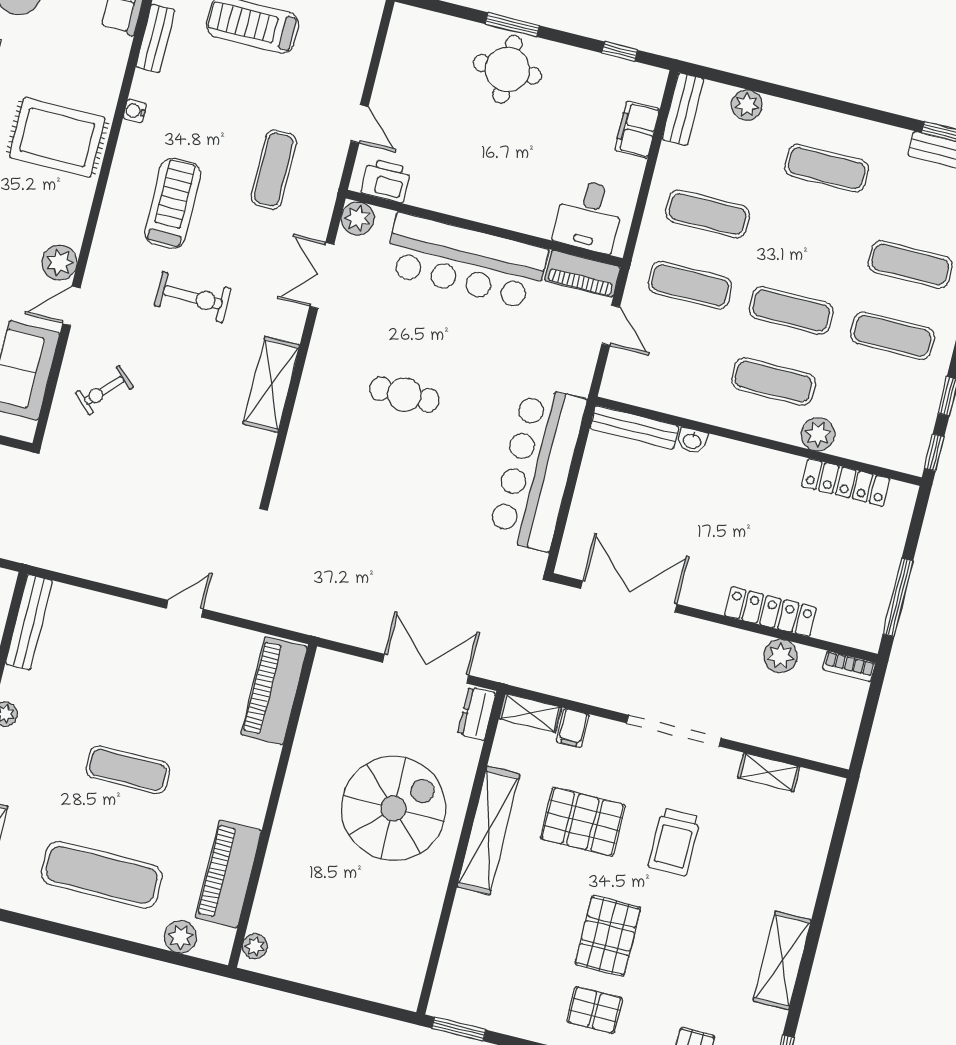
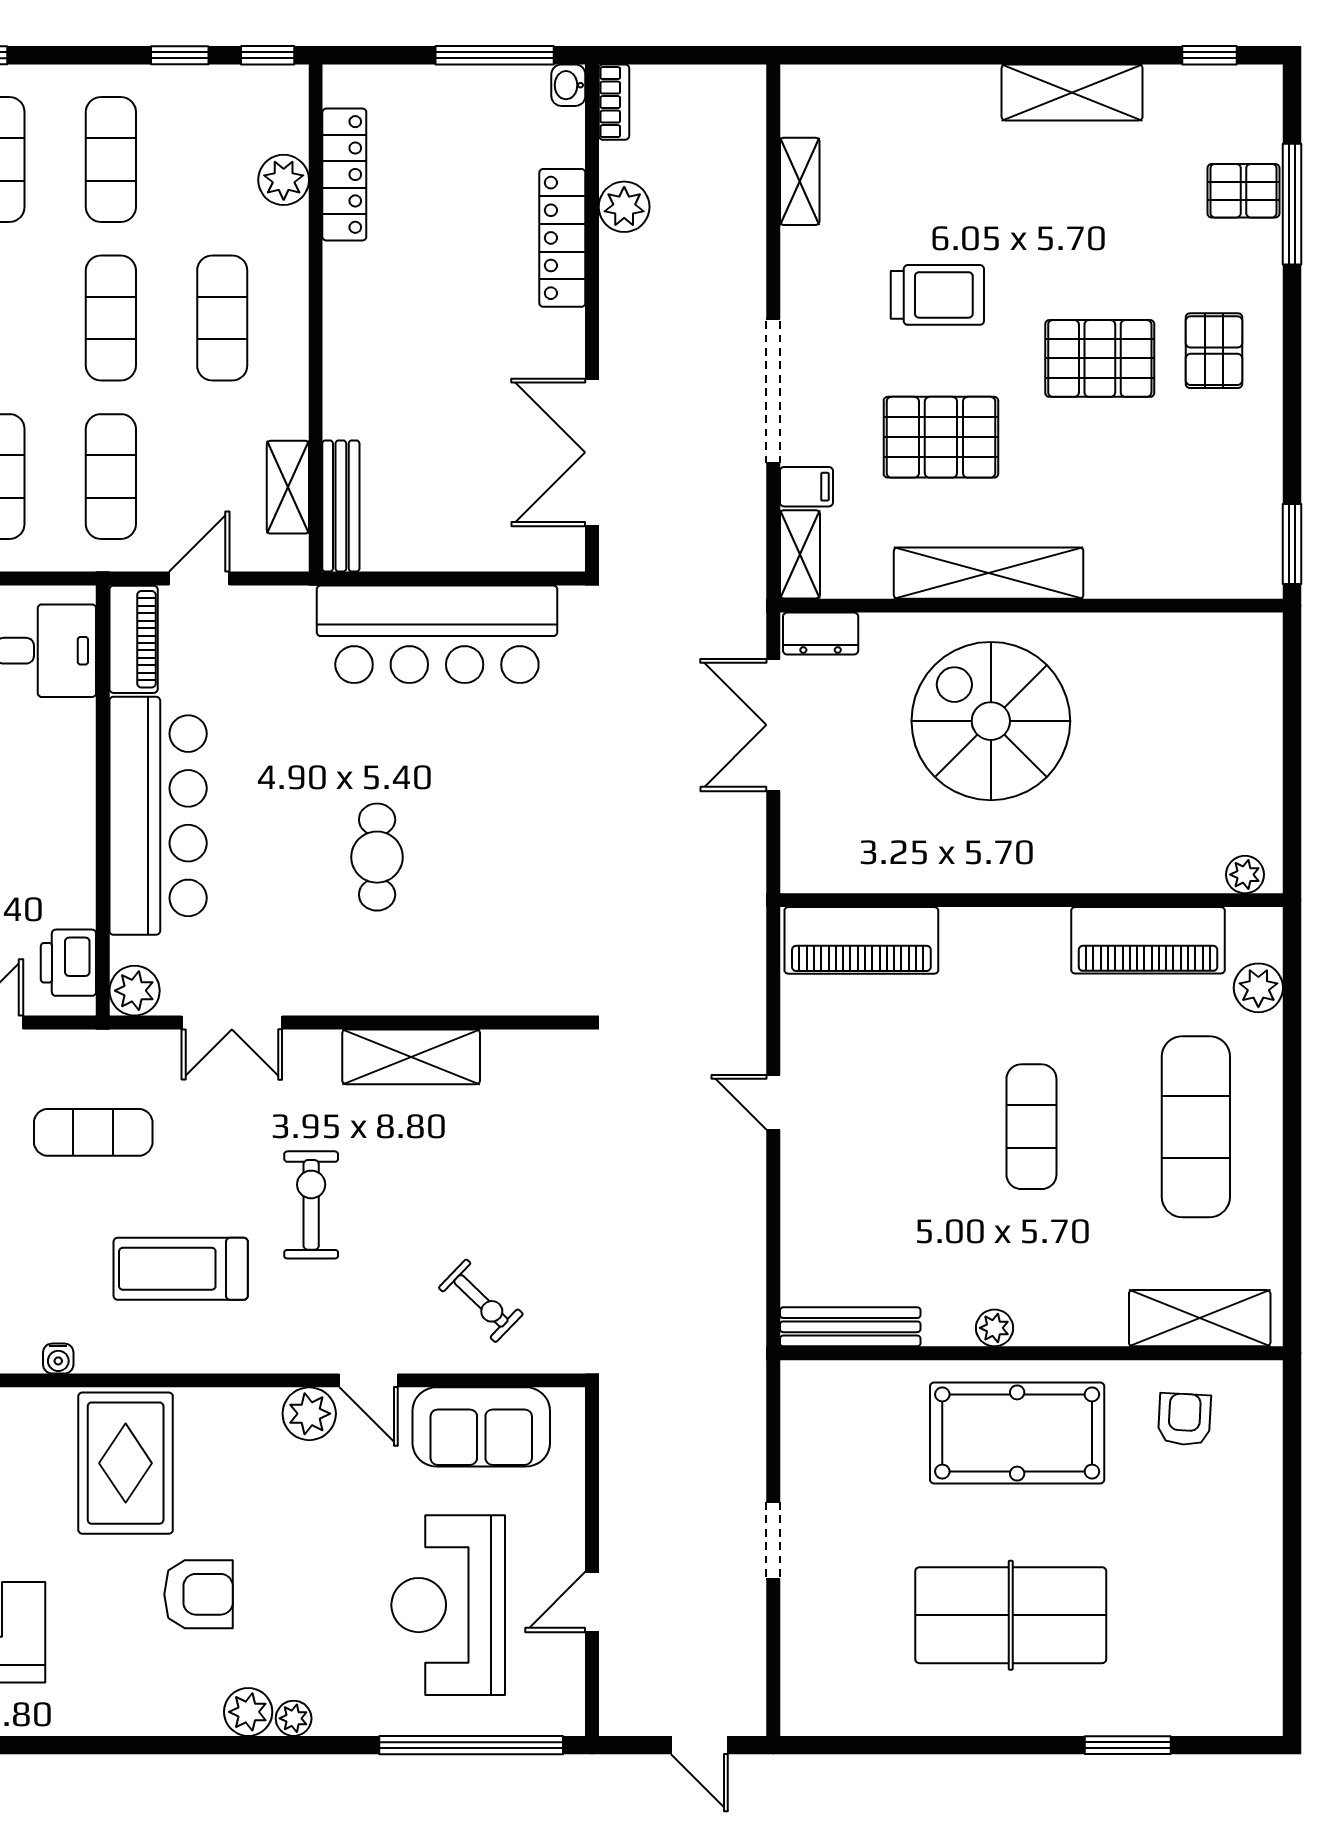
shelving: (655, 397) -> (288, 487), added
plant: (818, 434) -> (284, 180), moved
washbasin: (692, 441) -> (568, 85), moved, turned 180
doorway: (674, 731) -> (773, 391), moved
pallet: (583, 822) -> (941, 437), turned 90

